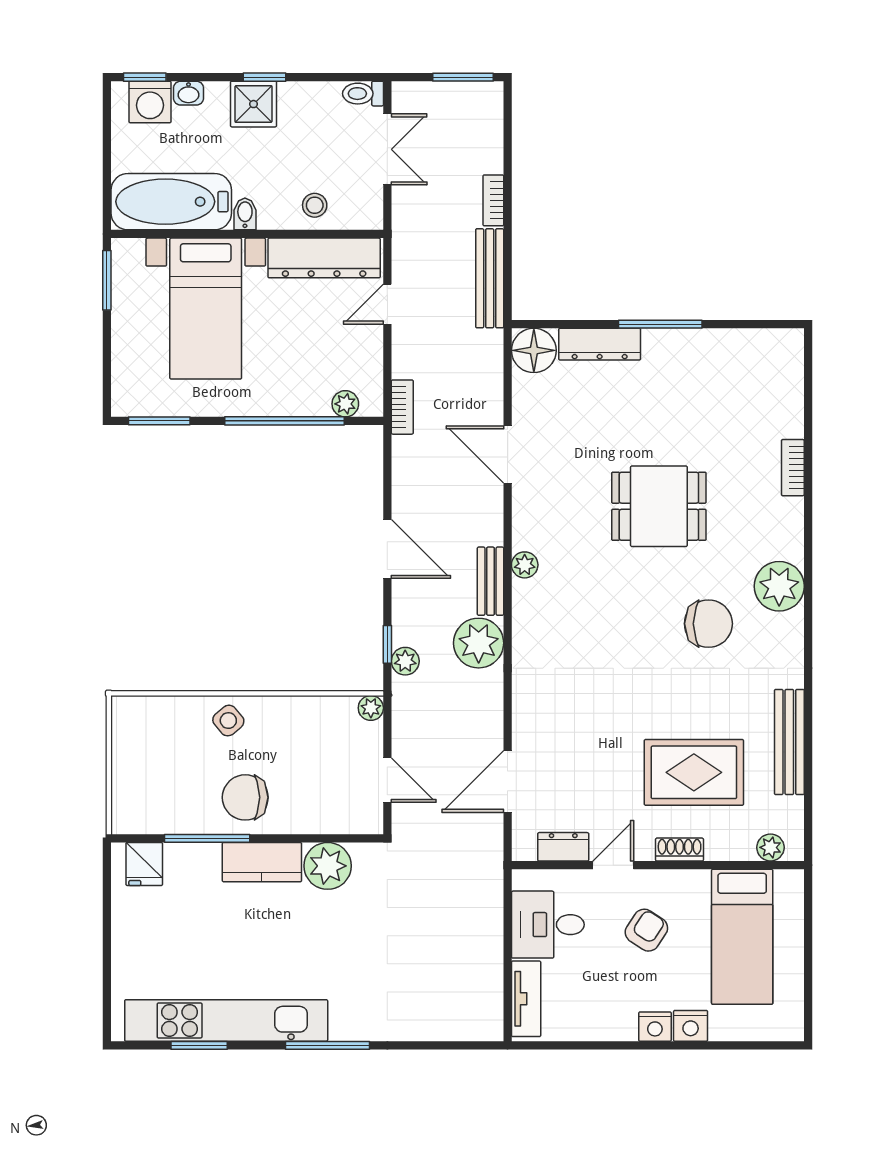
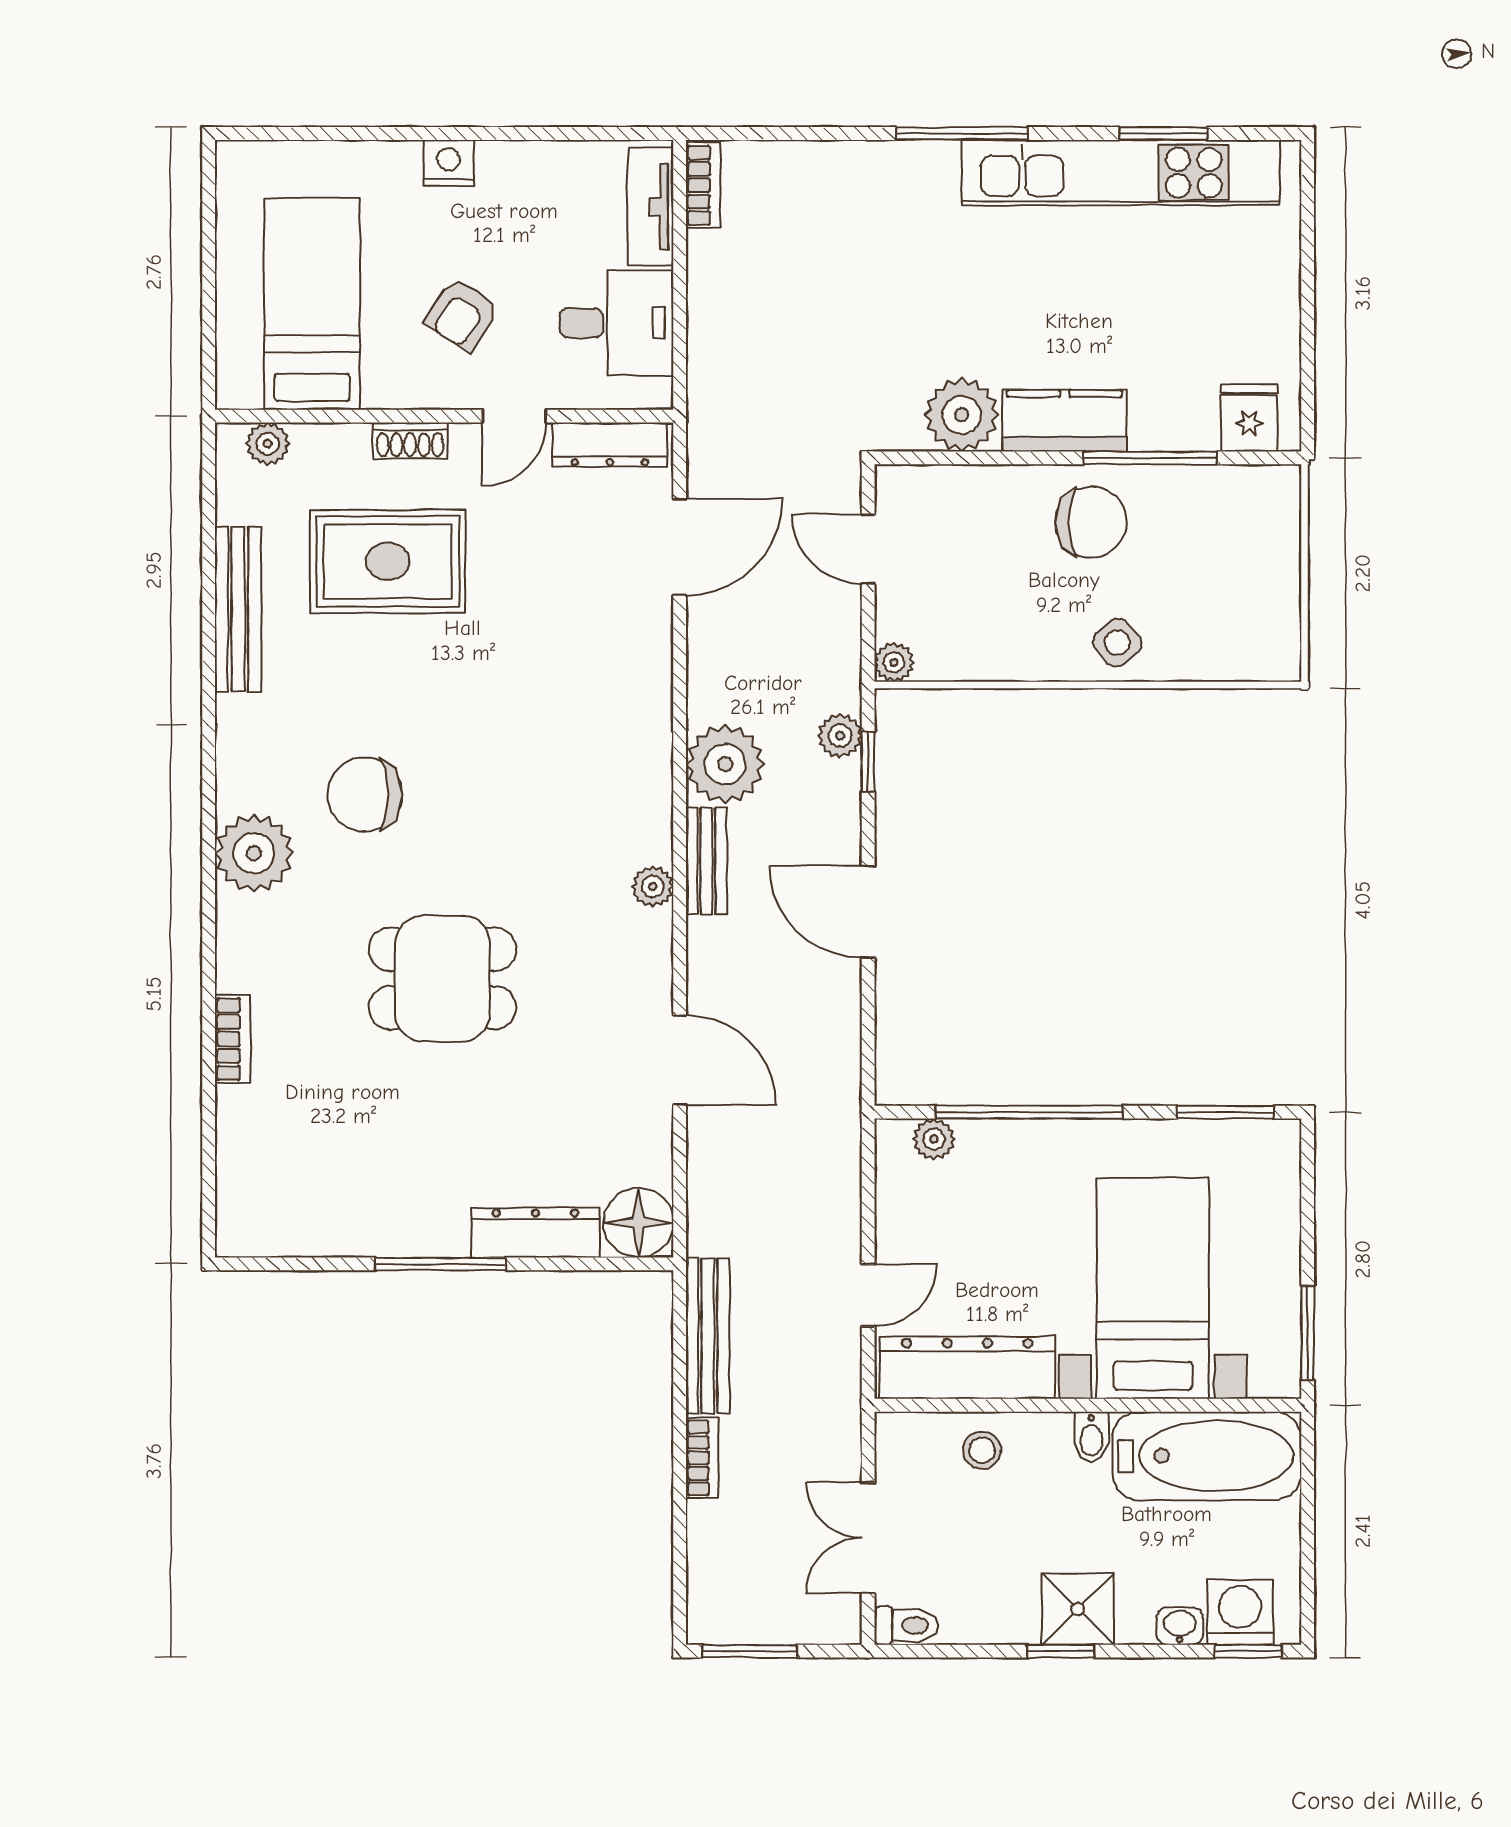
bookcase: (402, 407) -> (703, 185), moved, turned 180
dresser: (563, 847) -> (610, 445), width x1.44
nightstand: (691, 1026) -> (393, 164), removed

